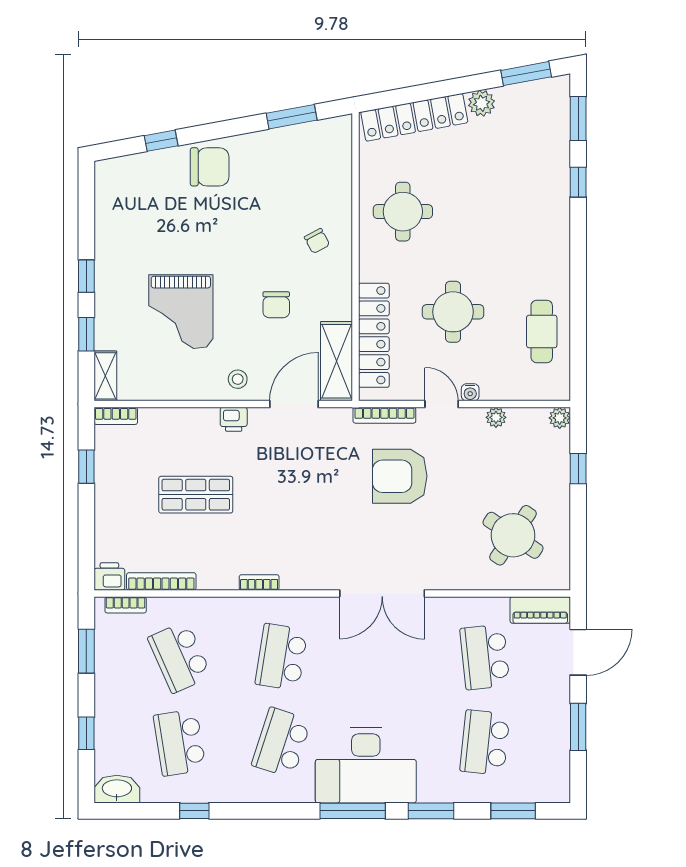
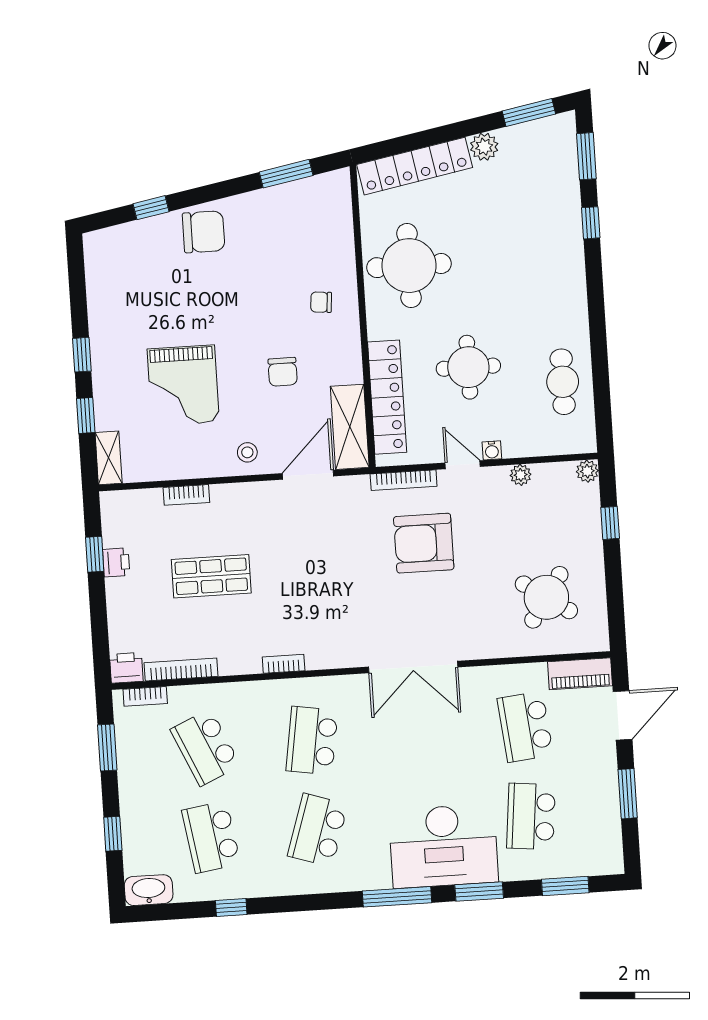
round table: (403, 212) -> (409, 266), width x1.36, depth x1.36
chair: (317, 241) -> (321, 302), turned 123
bookcase: (116, 416) -> (186, 495), moved
printer: (234, 419) -> (116, 562), moved, turned -90
desk: (366, 765) -> (443, 846), moved

